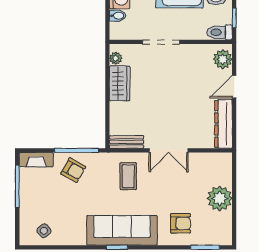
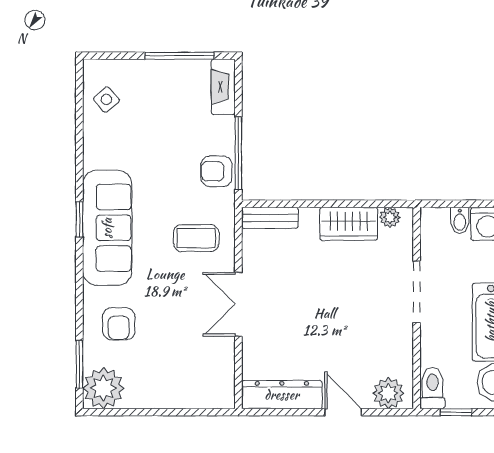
bench: (127, 142) -> (270, 218), moved, turned 90
armchair: (73, 170) -> (216, 171), moved, turned 61
plant: (220, 198) -> (103, 388), moved

